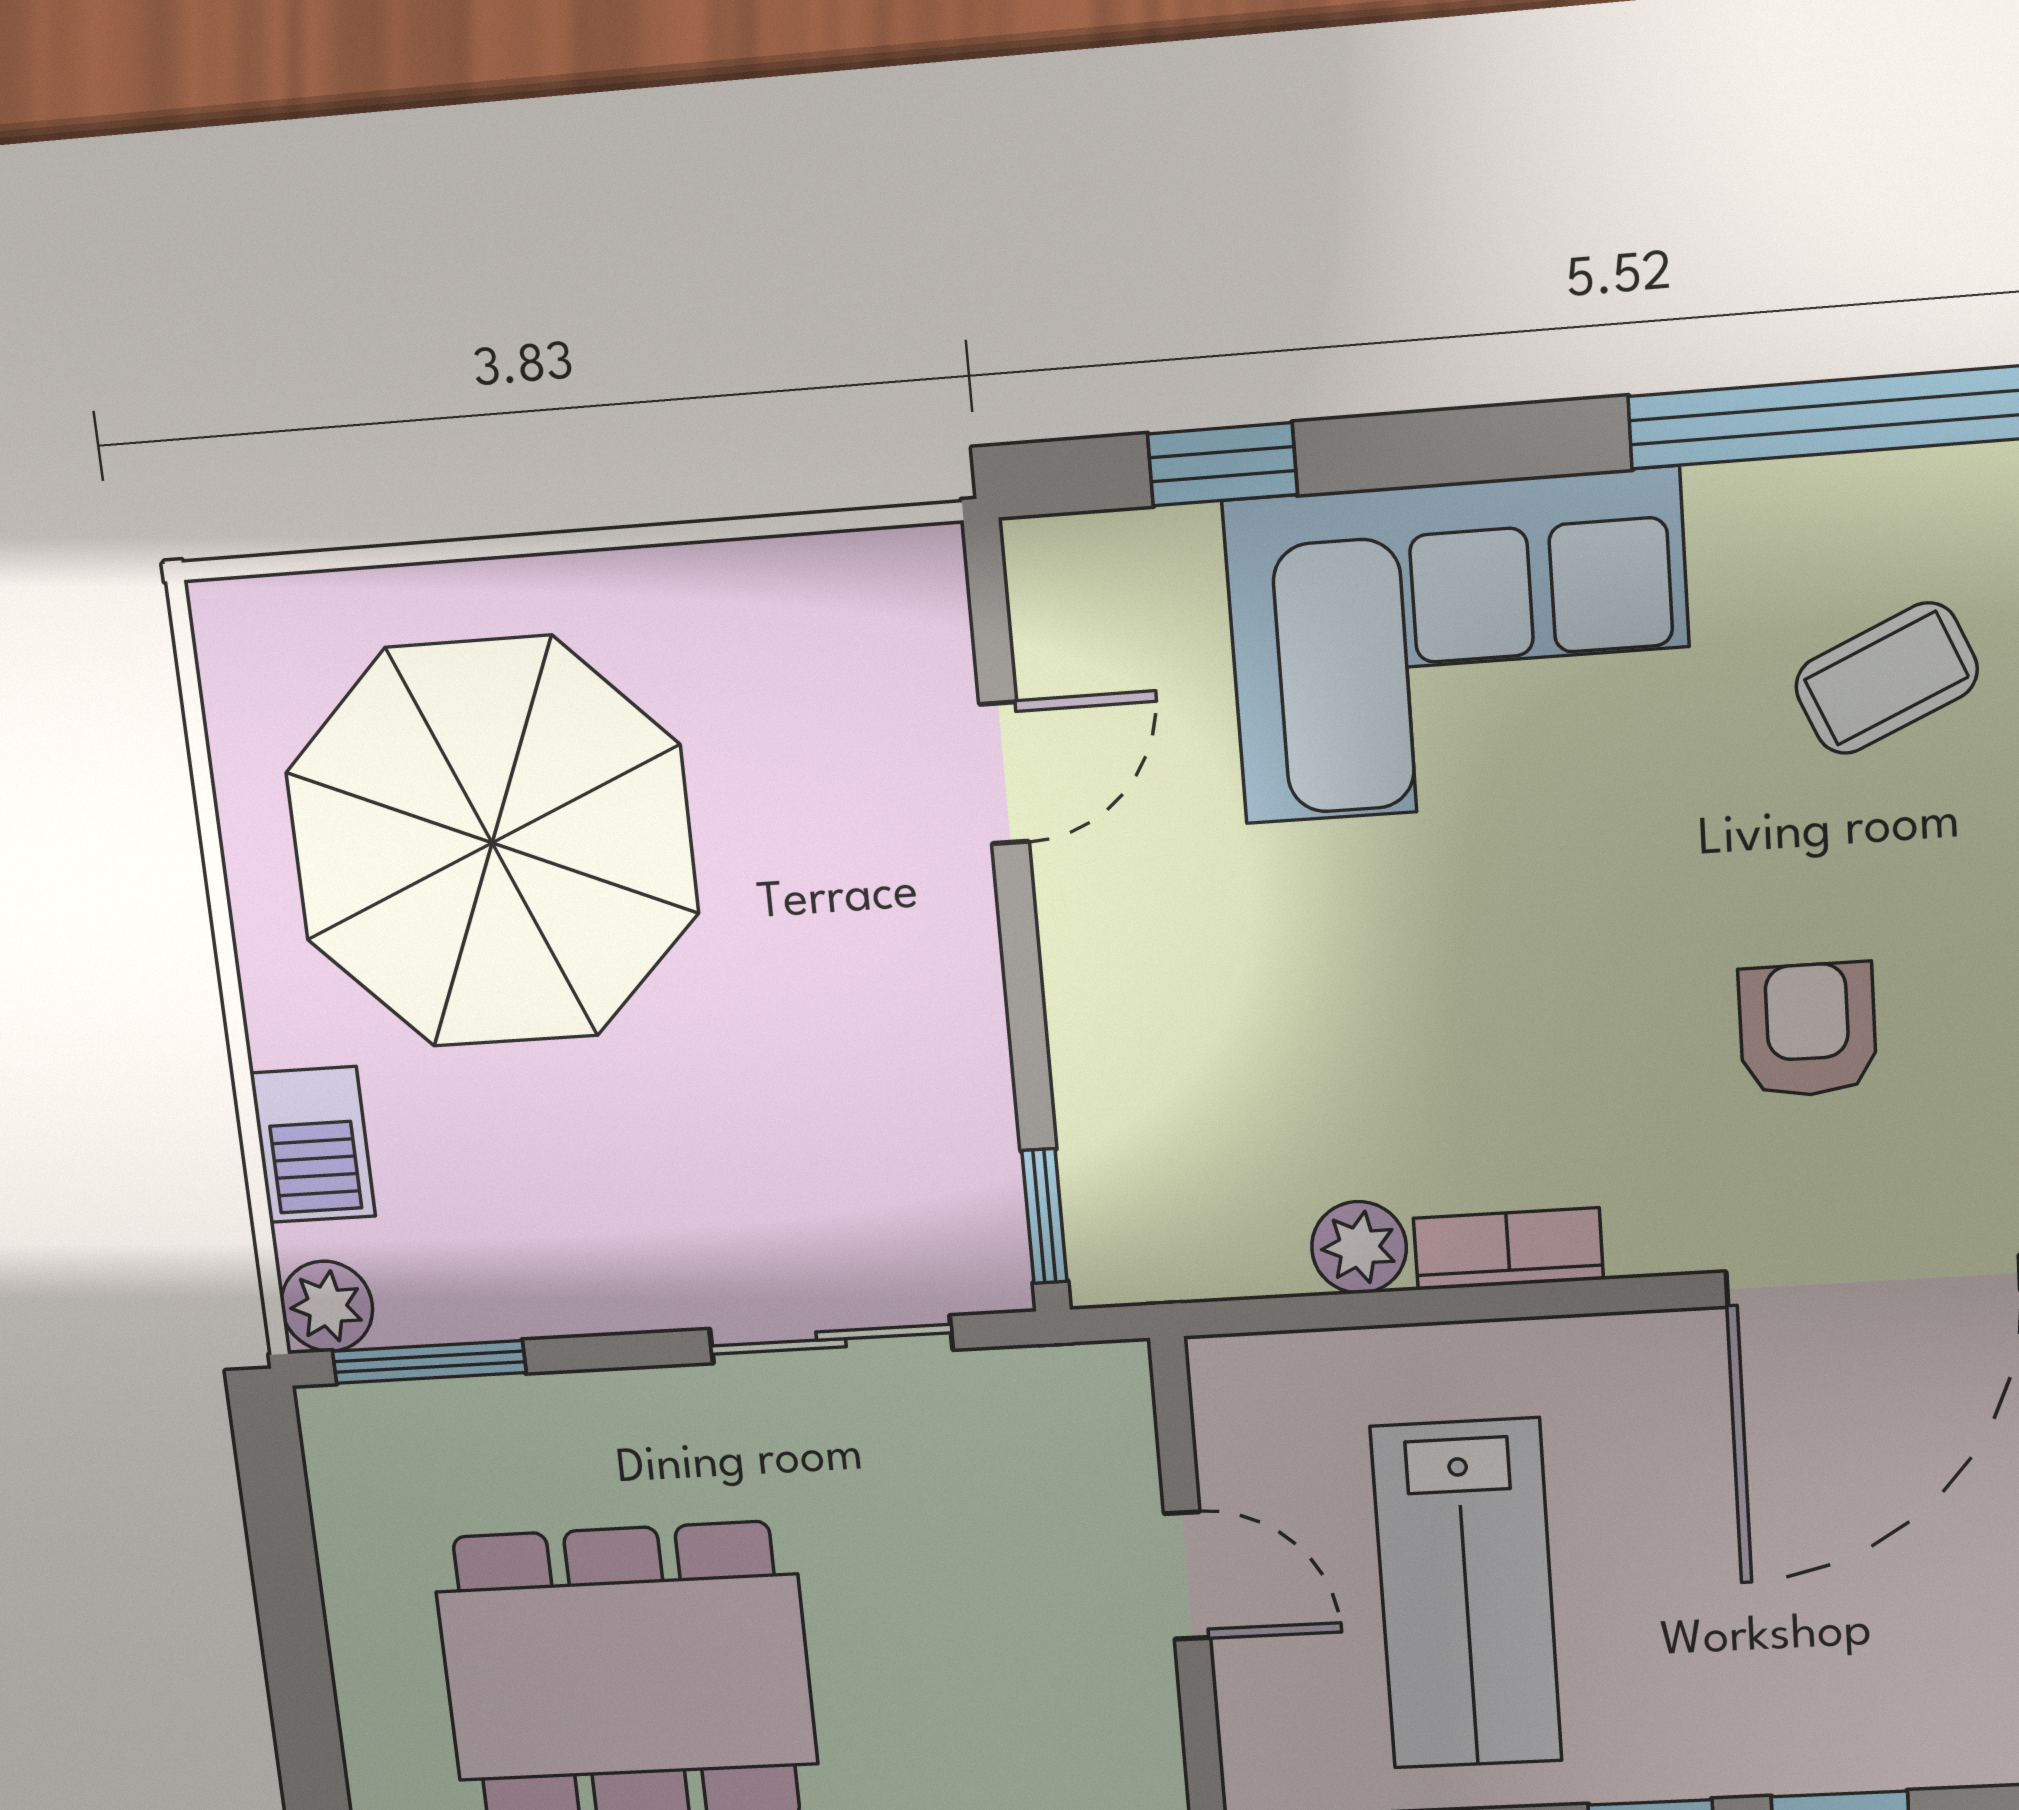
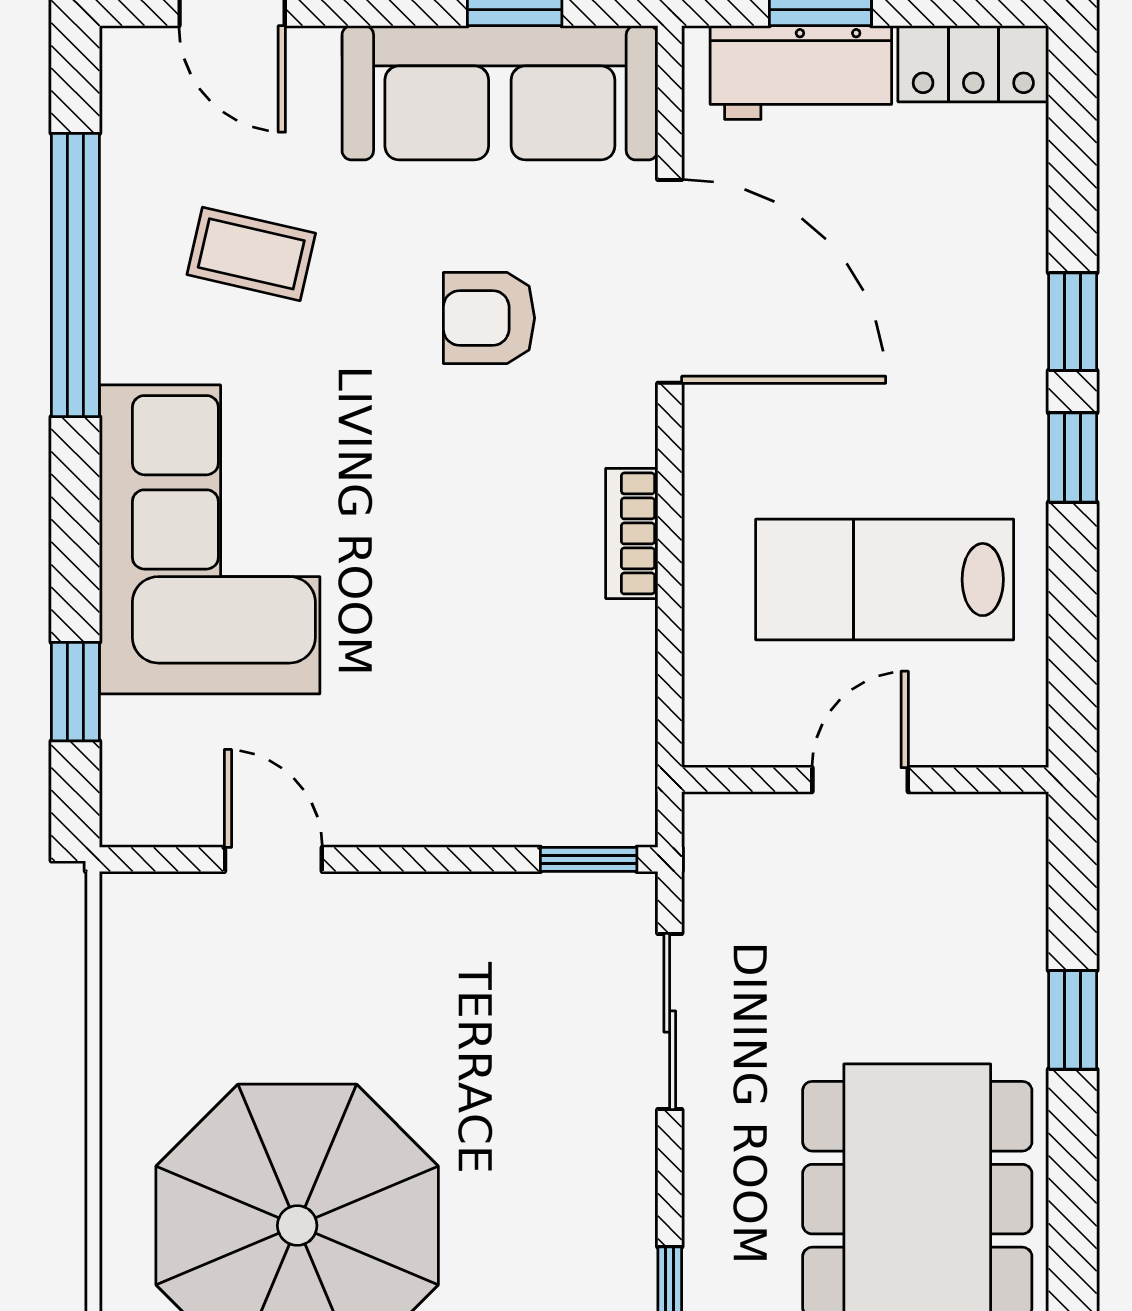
coffee table: (1887, 678) -> (251, 254), turned -53
plant: (1359, 1247) -> (624, 638), removed
lab bench: (1466, 1595) -> (885, 580), turned 180

